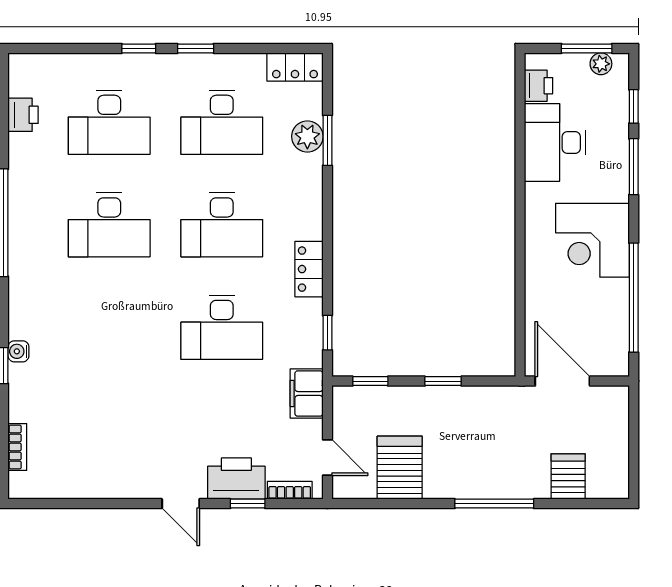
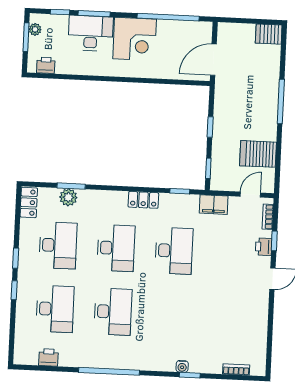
desk: (555, 142) -> (91, 33), moved, turned 180
server rack: (568, 477) -> (269, 34), moved
printer: (236, 479) -> (264, 247), width x0.53, depth x0.68

